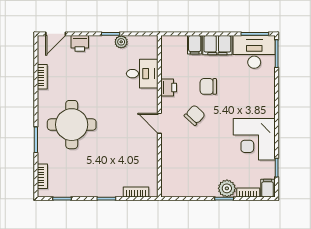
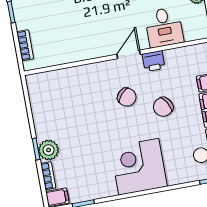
chair: (208, 86) -> (163, 107), turned -121
door: (159, 123) -> (129, 54), moved
corner desk: (254, 139) -> (139, 167), moved

